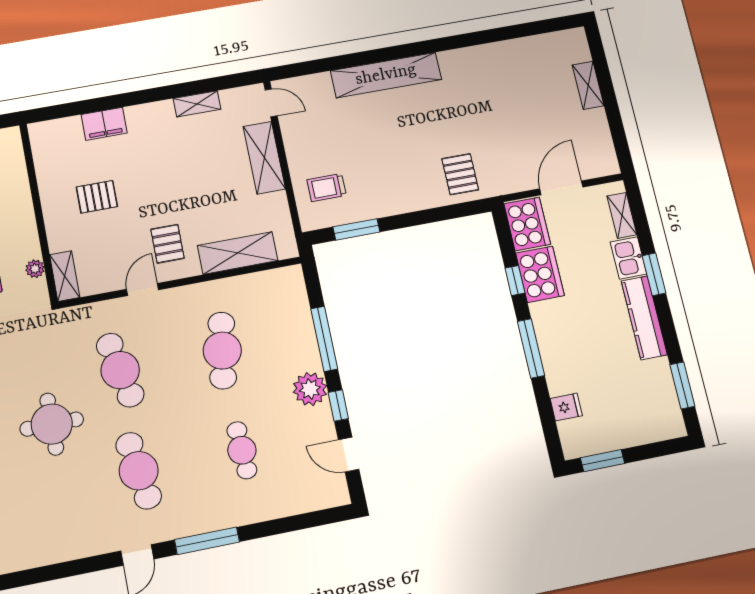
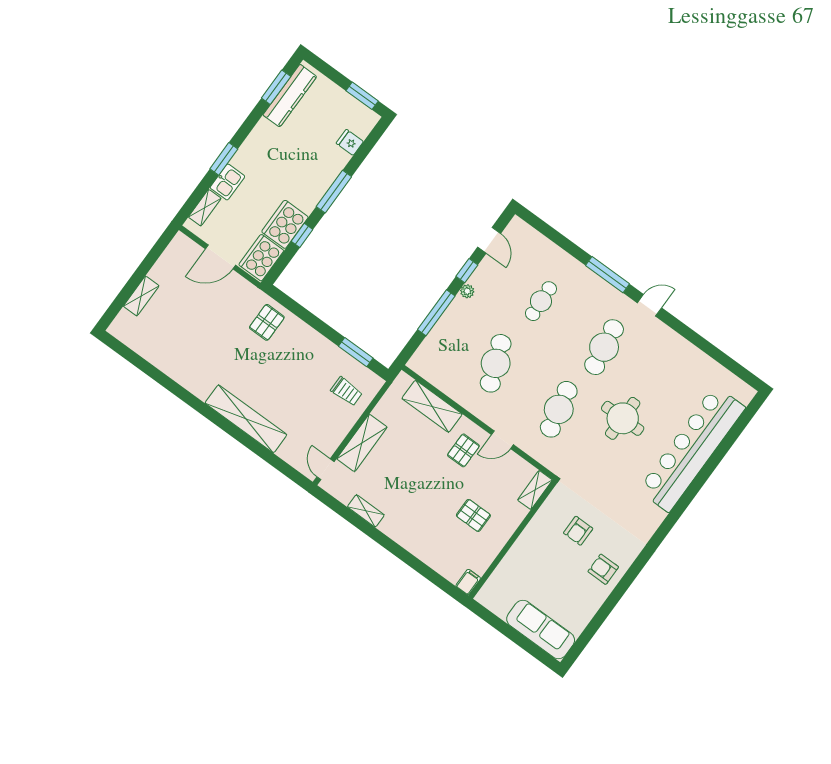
filing cabinet: (104, 124) -> (468, 582), moved, width x0.50
plant: (35, 269) -> (546, 510), removed
kitchen counter: (644, 318) -> (290, 96), moved
cafe table: (222, 351) -> (496, 363), turned -30
plant: (310, 389) -> (467, 291), width x0.53, depth x0.53

